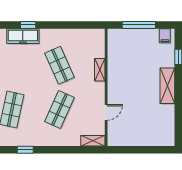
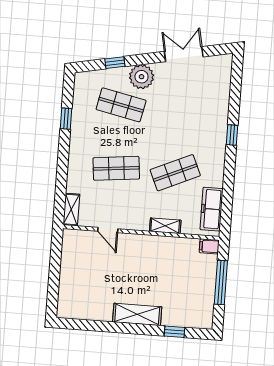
freezer: (23, 36) -> (212, 209), moved
filing cabinet: (165, 36) -> (209, 246), moved
shop shelf: (60, 109) -> (116, 168), turned -30

